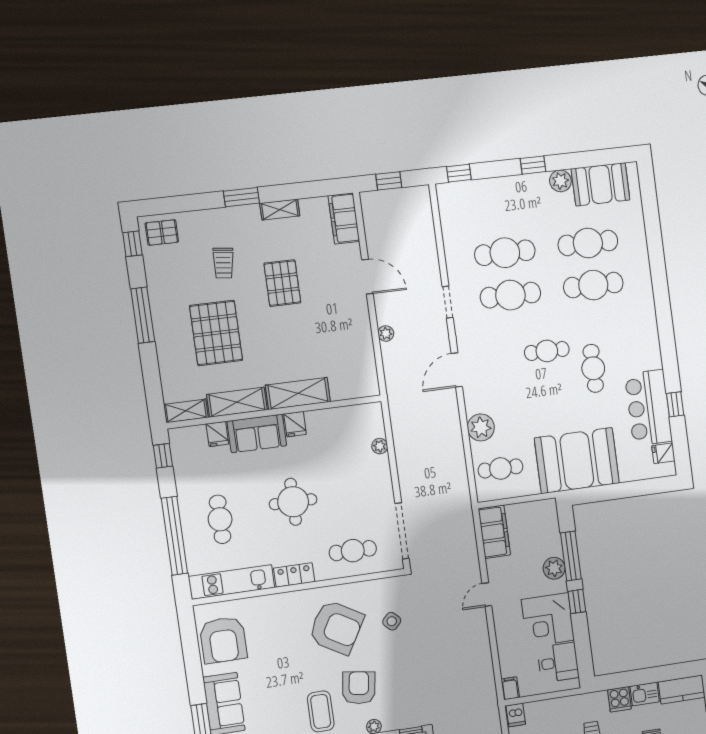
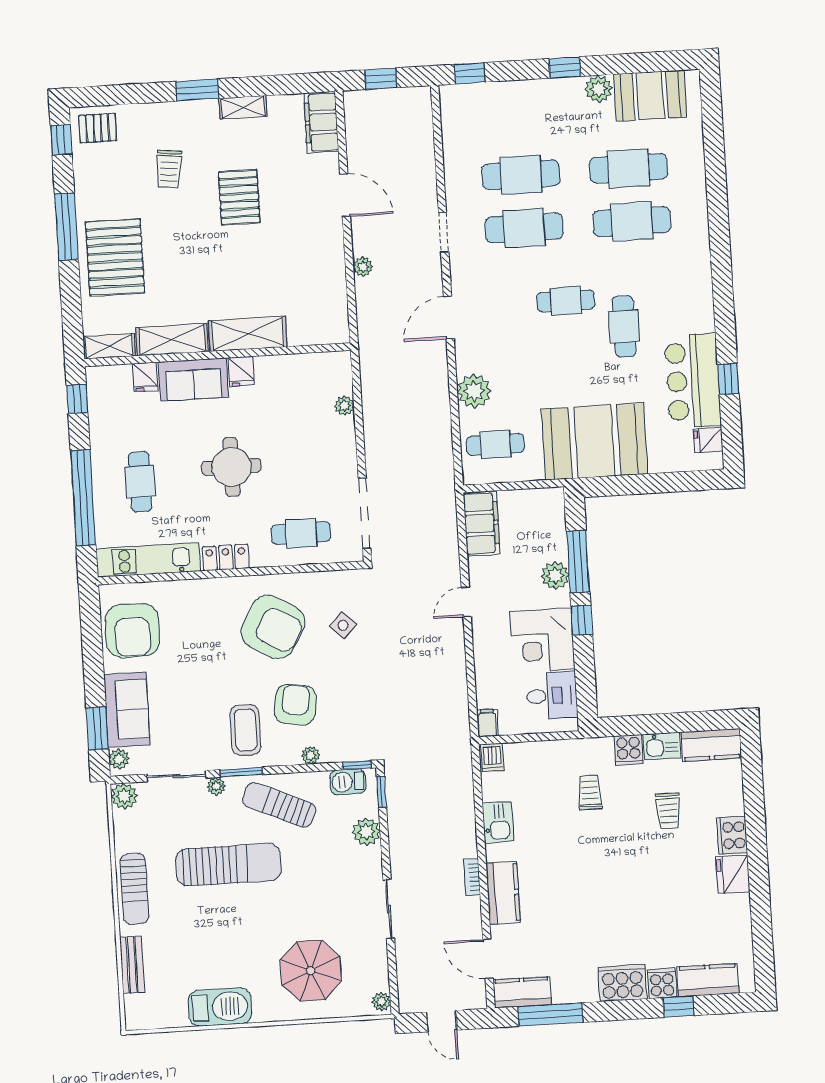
pallet: (216, 333) -> (115, 257), moved

